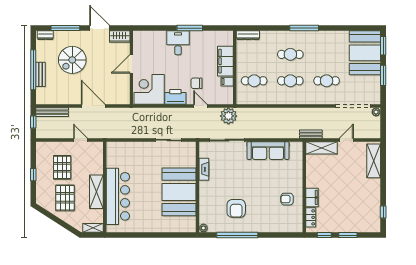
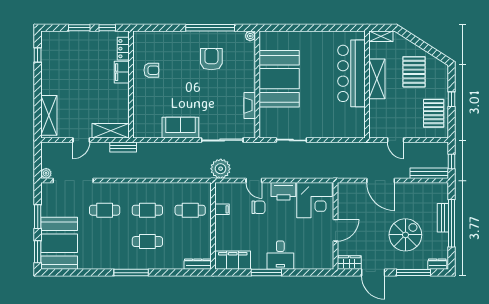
filing cabinet: (225, 61) -> (233, 260), moved, turned -90
sofa: (268, 151) -> (180, 128), width x0.73
pallet: (62, 167) -> (434, 113), moved

